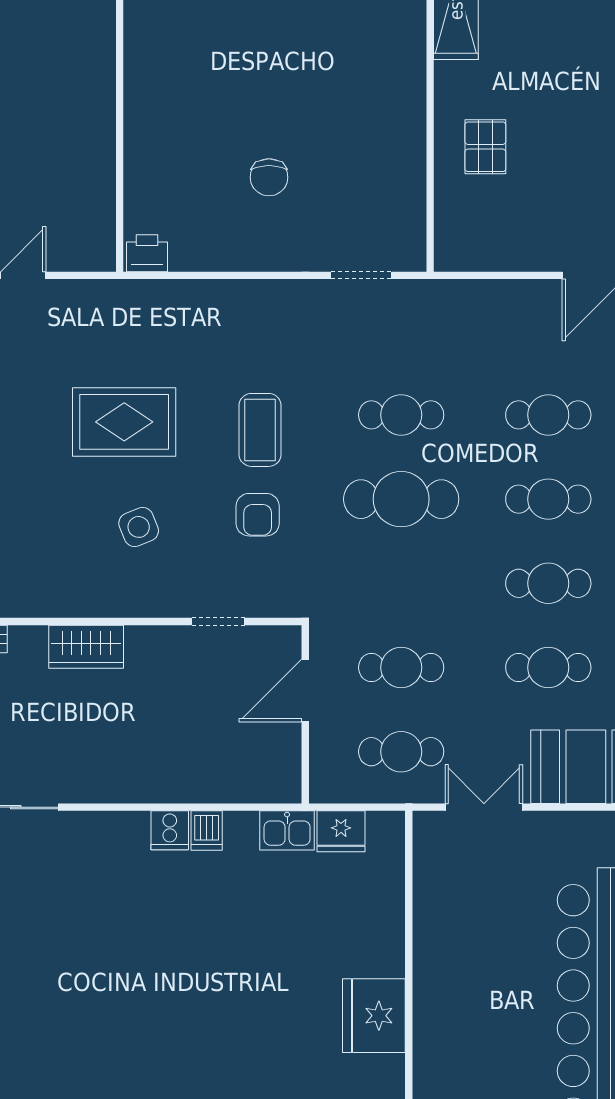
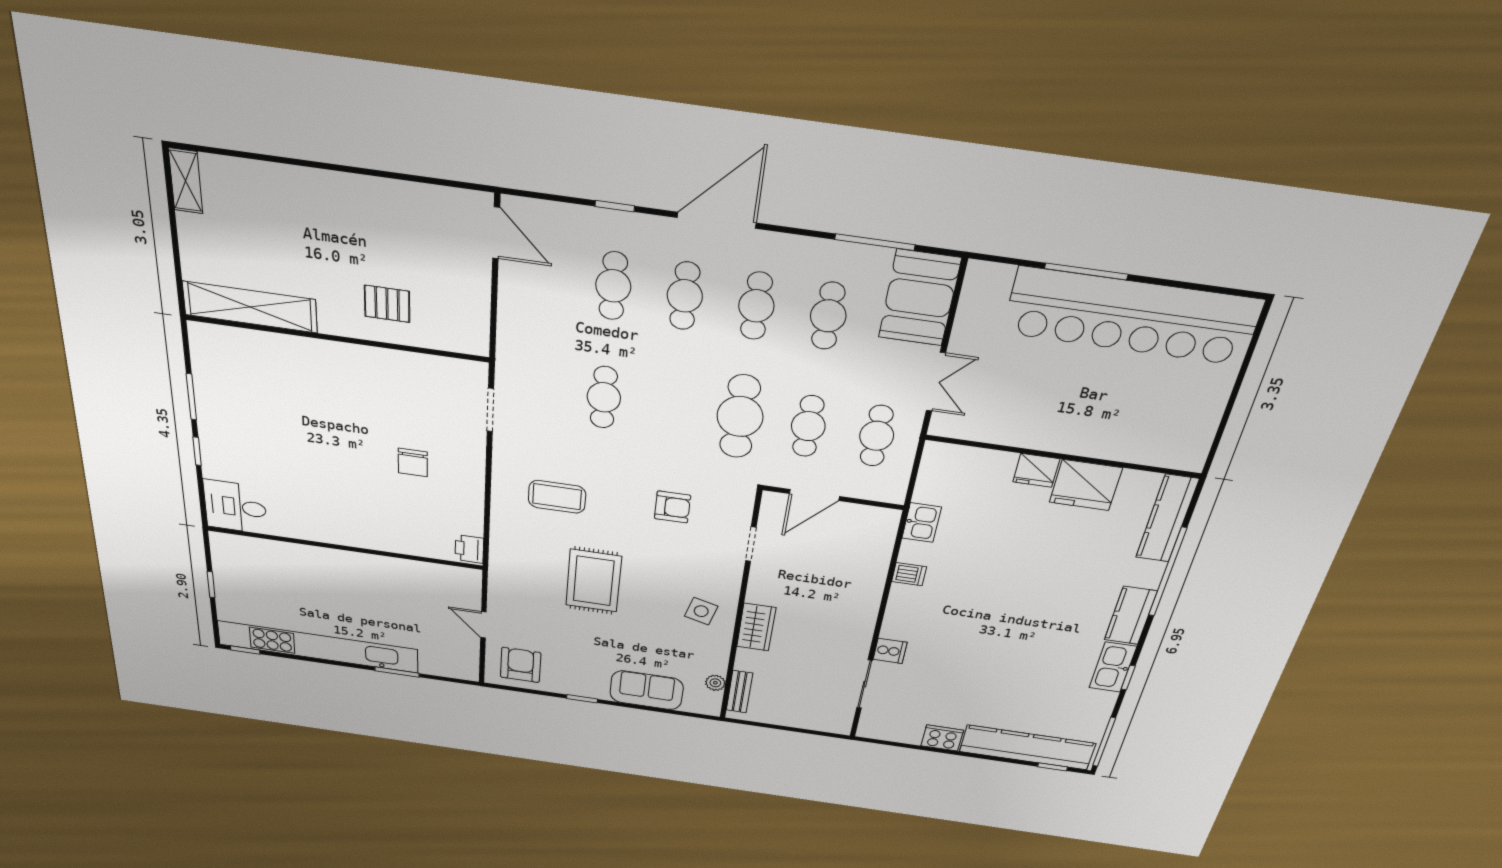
chair: (269, 177) -> (413, 462), turned 90
coffee table: (260, 430) -> (557, 497), moved
cafe table: (401, 499) -> (740, 417), moved
side table: (139, 527) -> (701, 611), moved, turned 37
door: (305, 691) -> (814, 495), hinge flipped
double door: (484, 807) -> (936, 382), swing flipped
cooker: (170, 830) -> (890, 651), moved
fridge: (341, 831) -> (1036, 470), moved, turned 90

